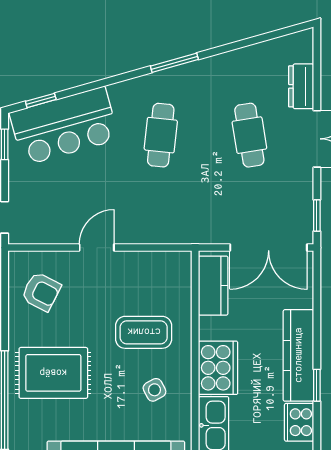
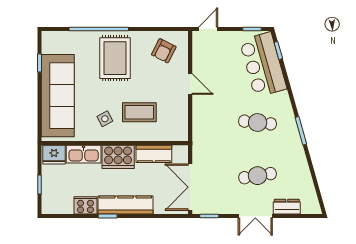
kitchen counter: (213, 286) -> (154, 154), moved
coffee table: (144, 332) -> (139, 112), turned 90

